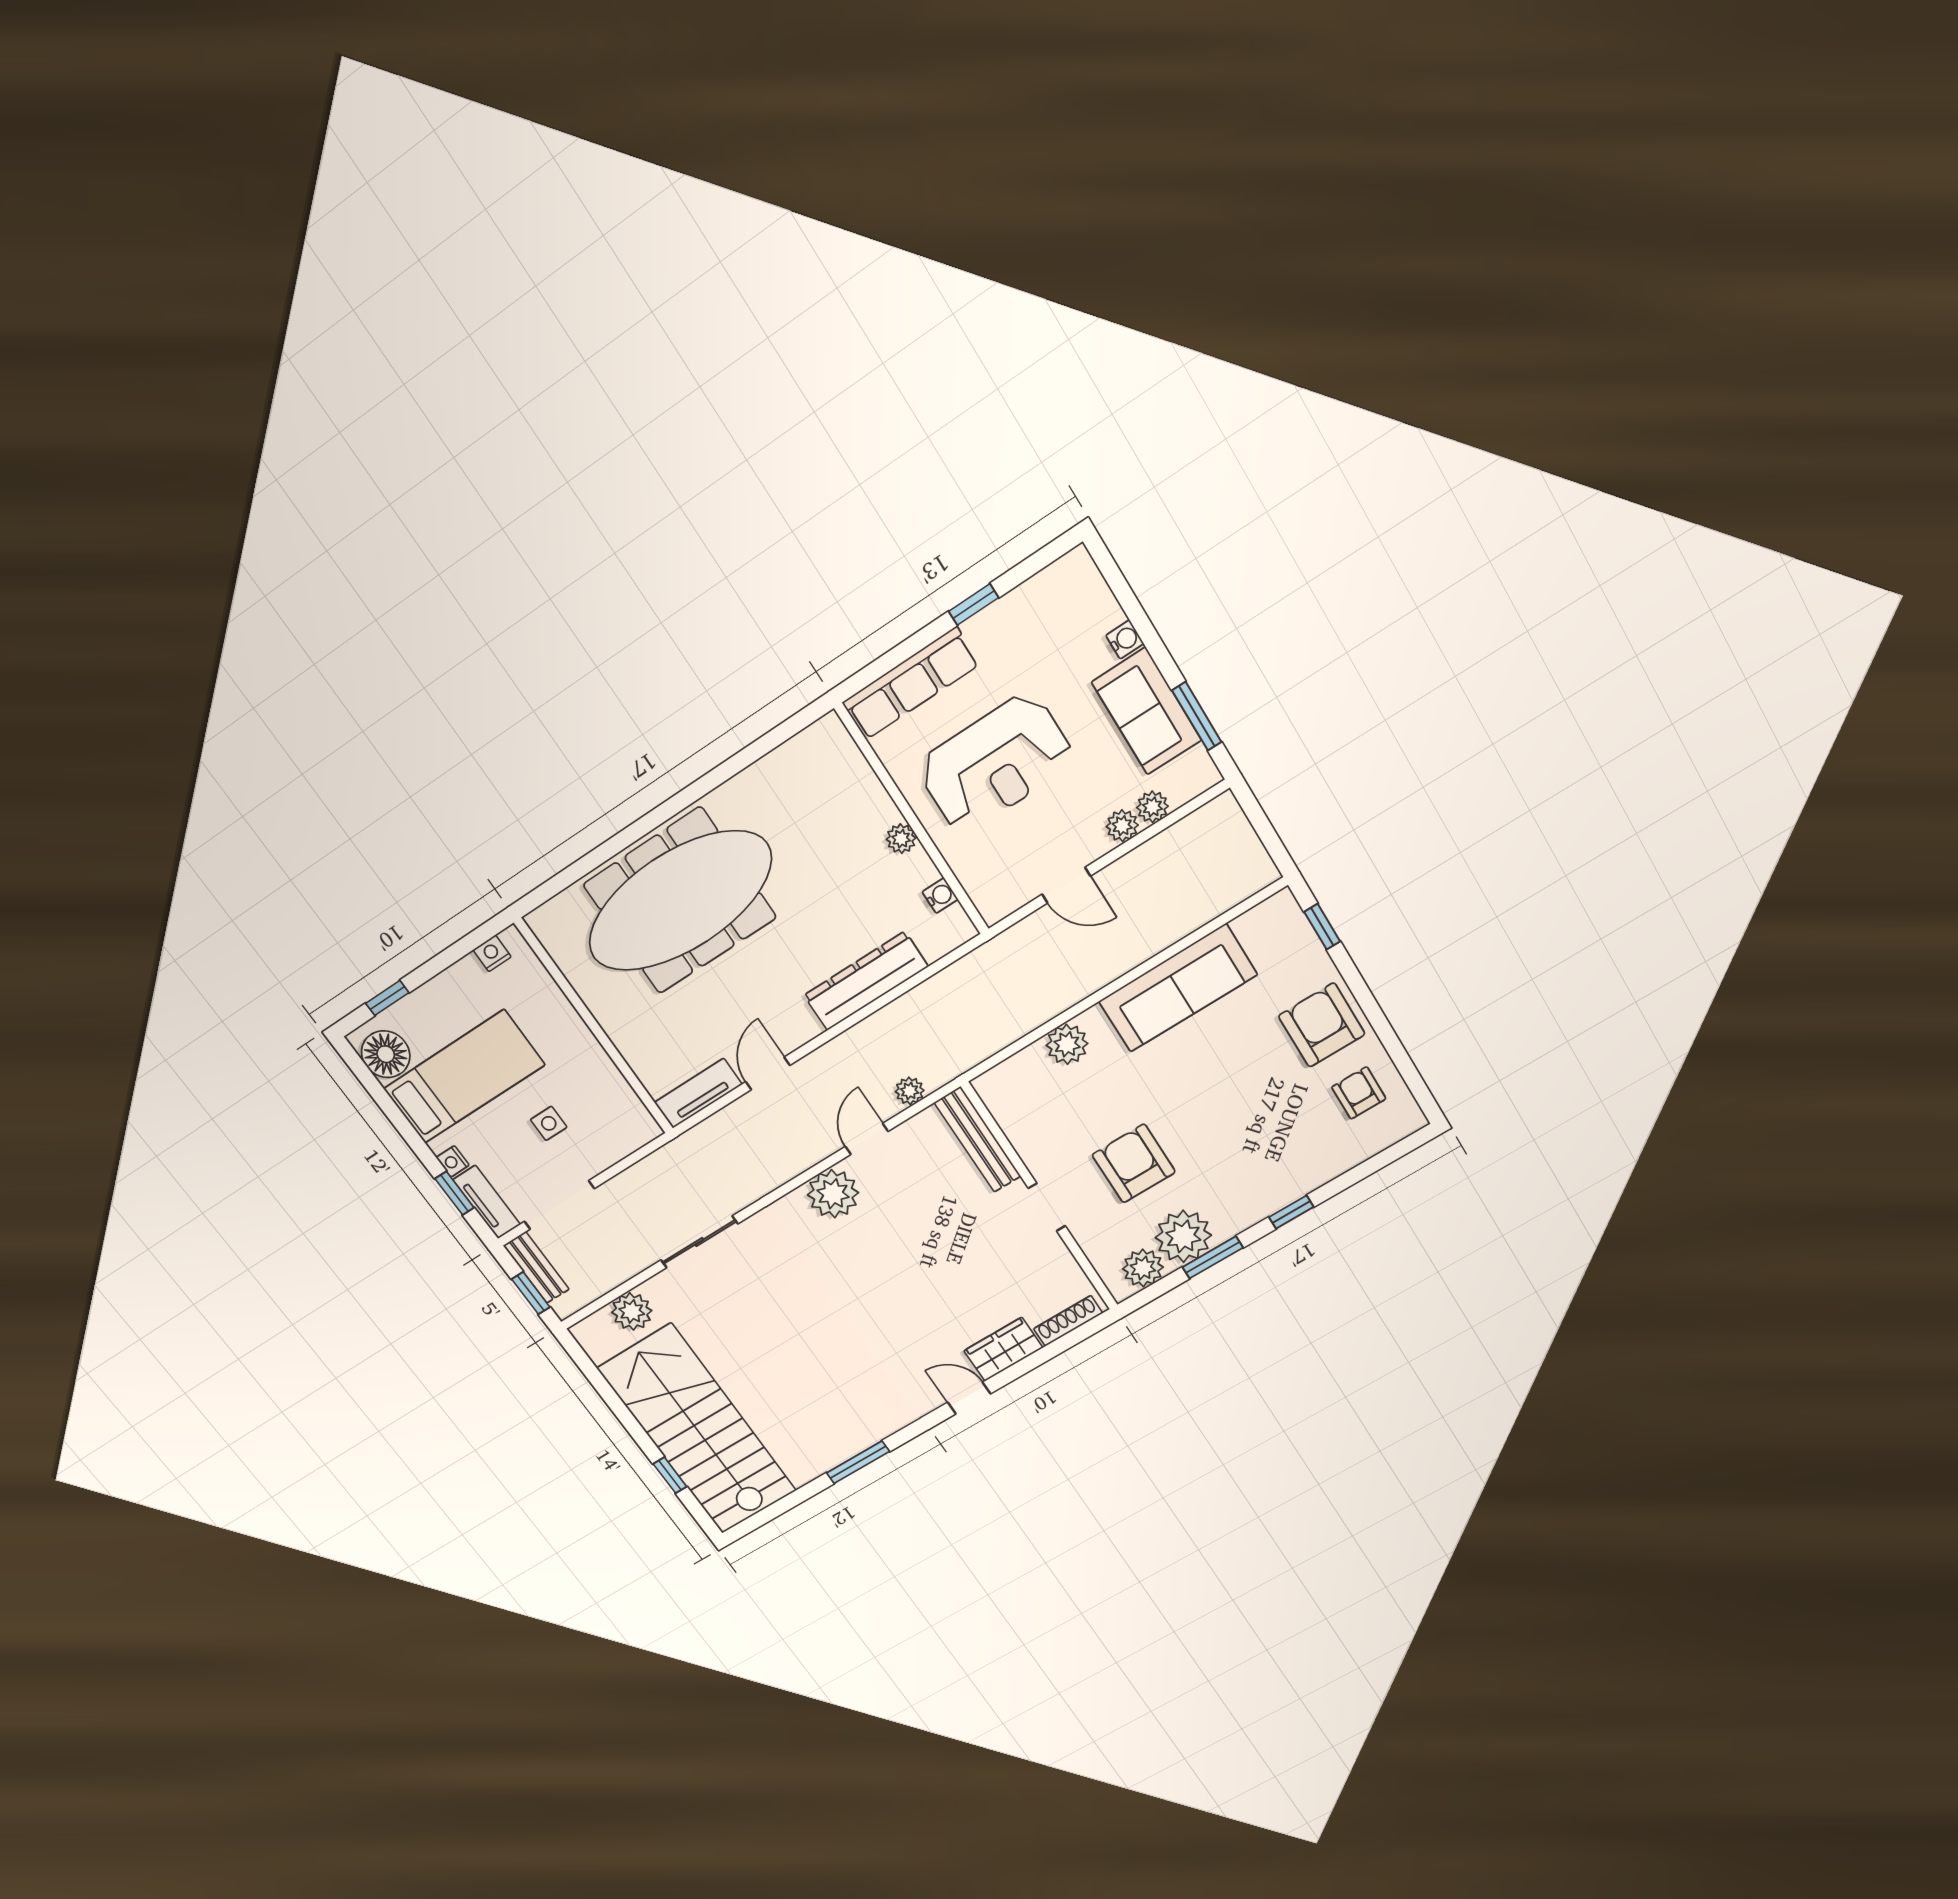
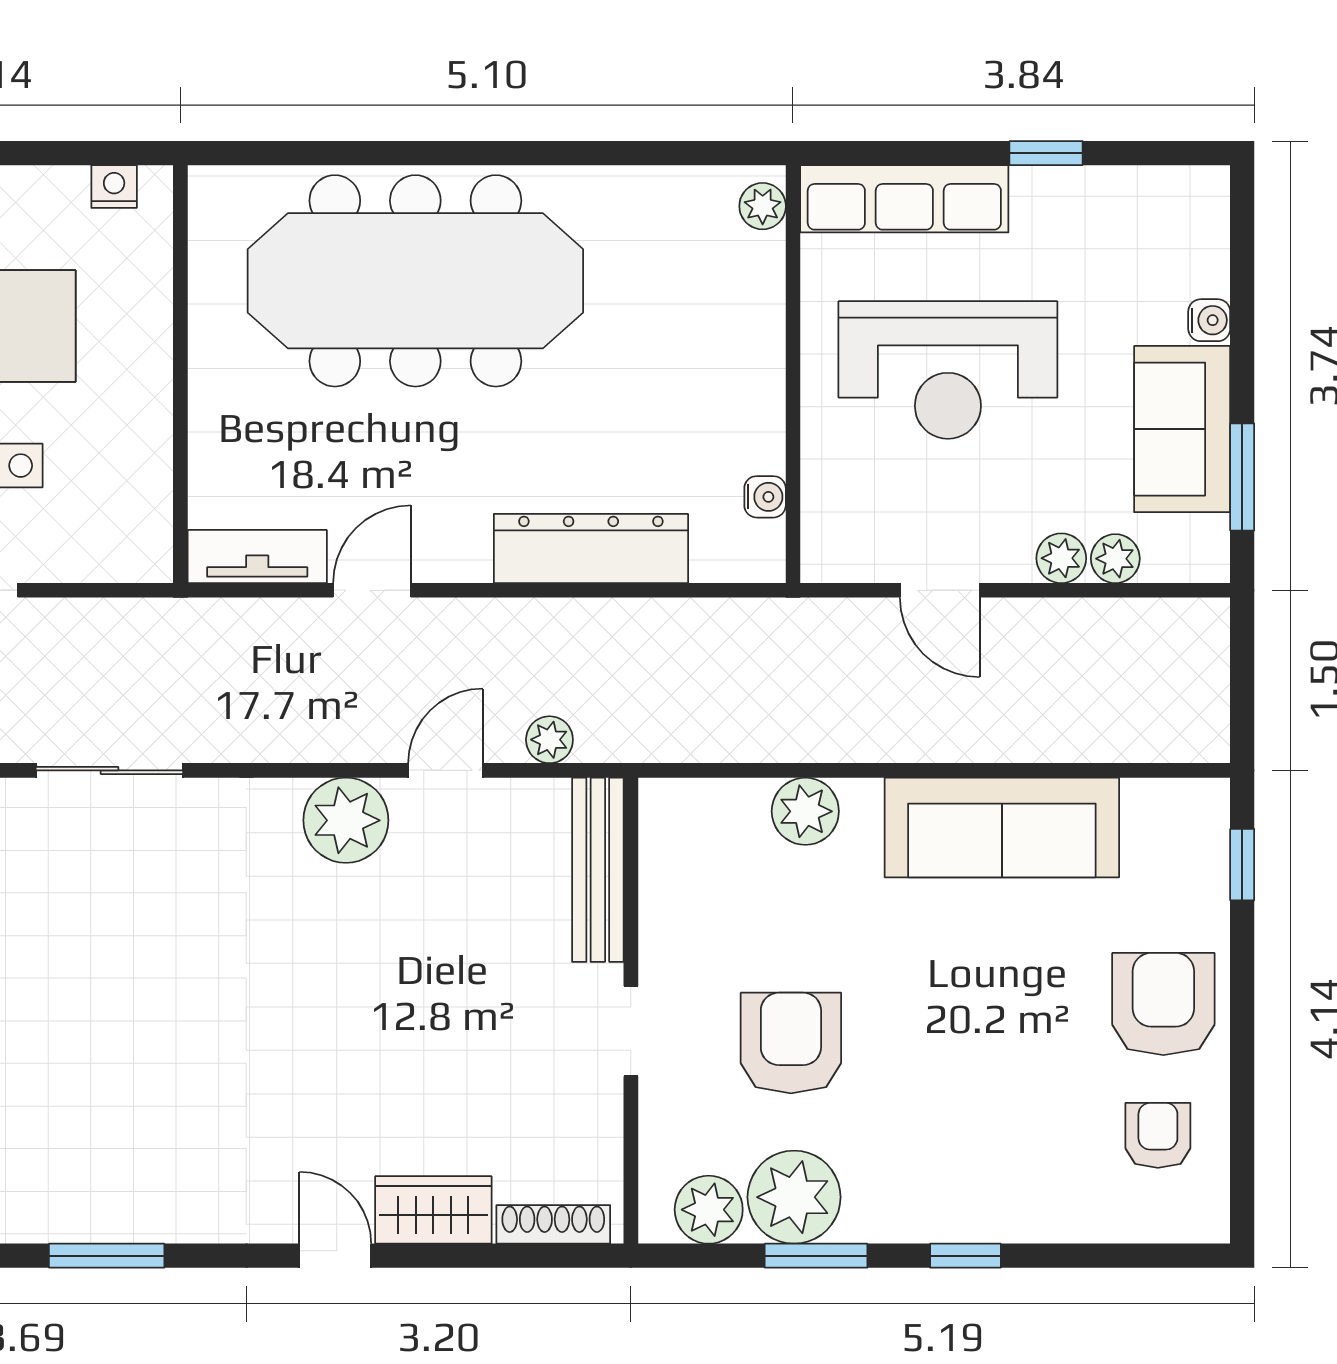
plant: (901, 839) -> (763, 206), moved

